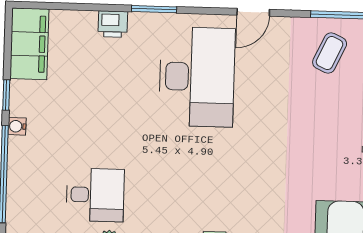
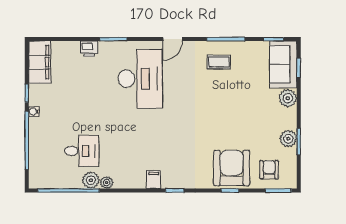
coffee table: (330, 53) -> (219, 62), turned 65

